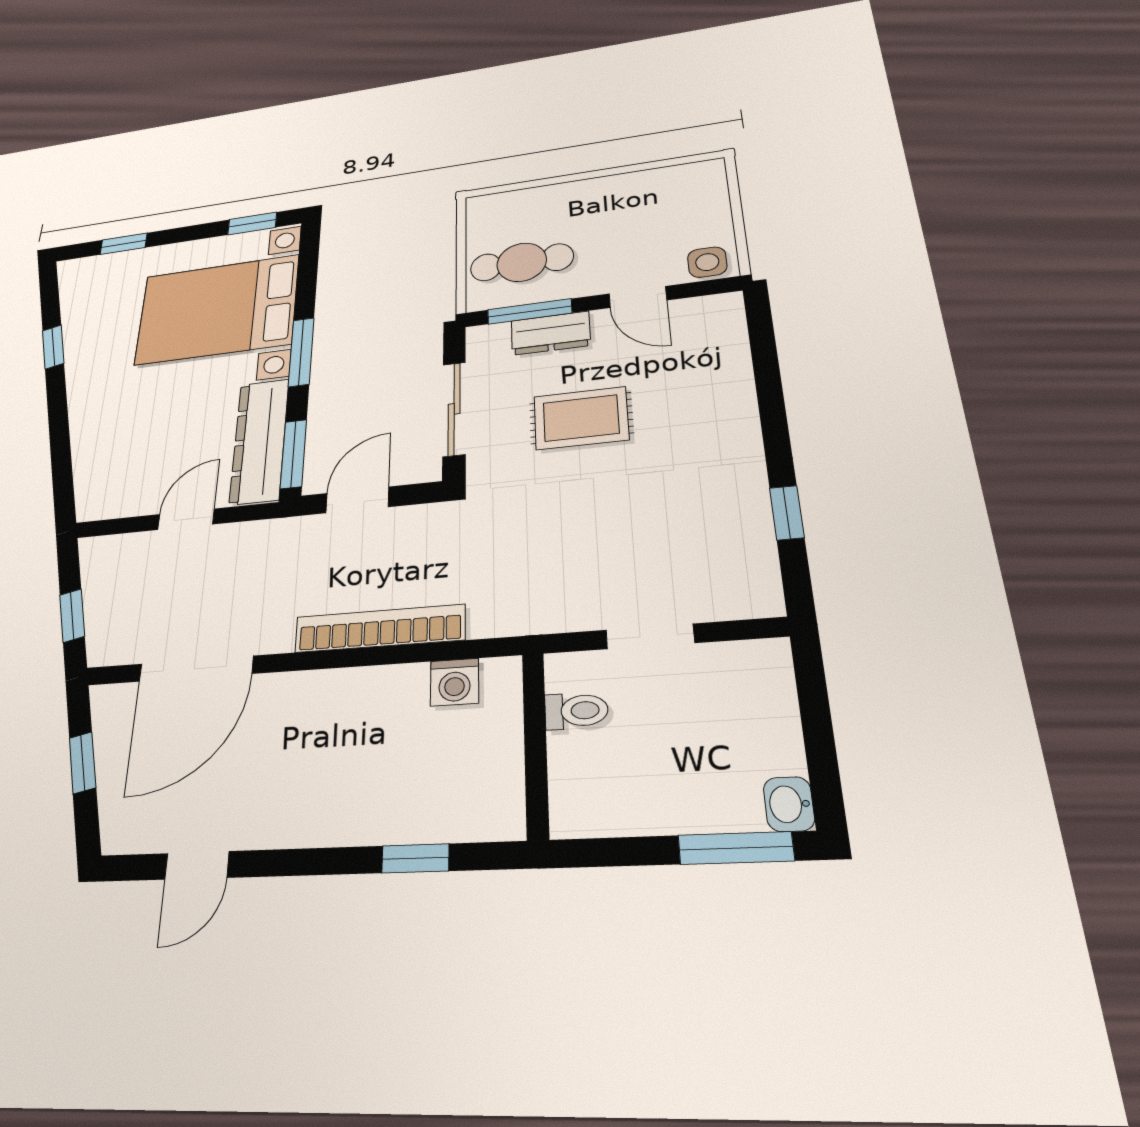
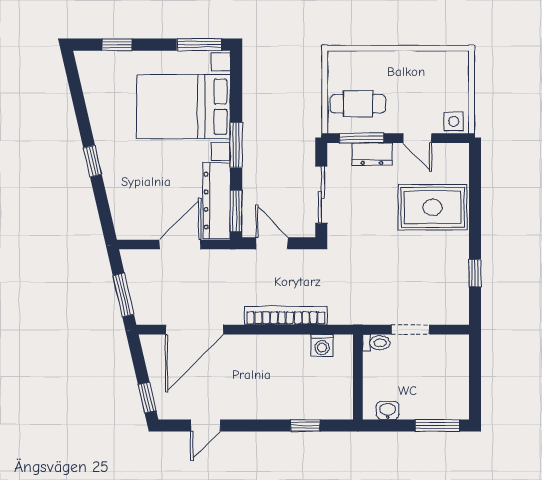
window: (252, 223) -> (199, 45), width x1.50
window: (53, 347) -> (92, 161), moved
rug: (581, 418) -> (433, 207), moved, width x1.36, depth x1.43
door: (357, 500) -> (272, 243), hinge flipped
door: (186, 519) -> (180, 244), width x1.38
window: (72, 616) -> (123, 295), width x1.50
toilet: (576, 711) -> (376, 343), moved
window: (83, 763) -> (147, 398), moved
washbasin: (789, 804) -> (388, 410), moved, turned 90

